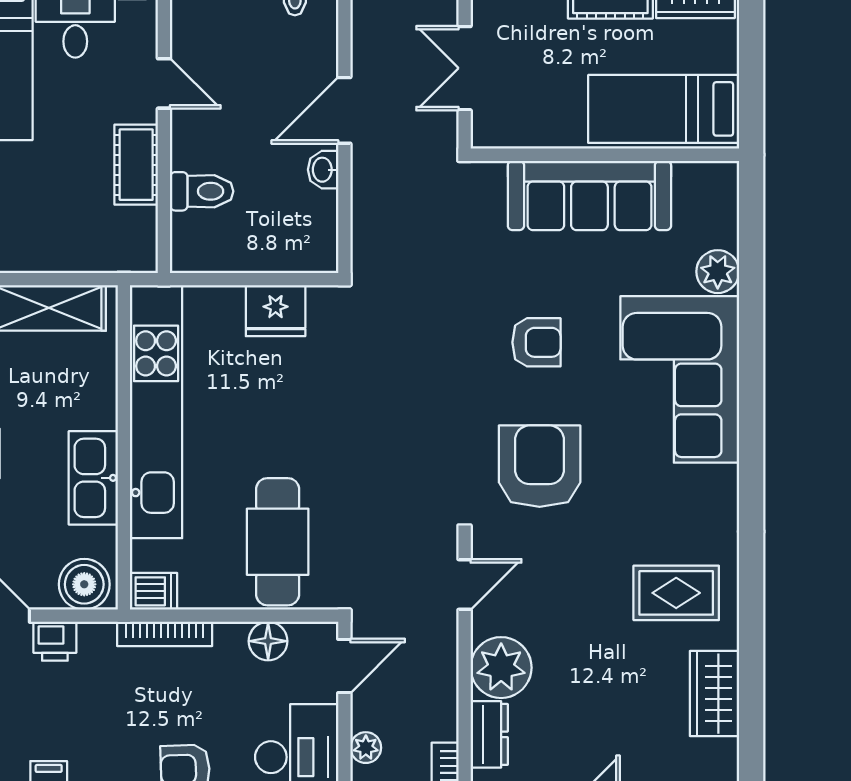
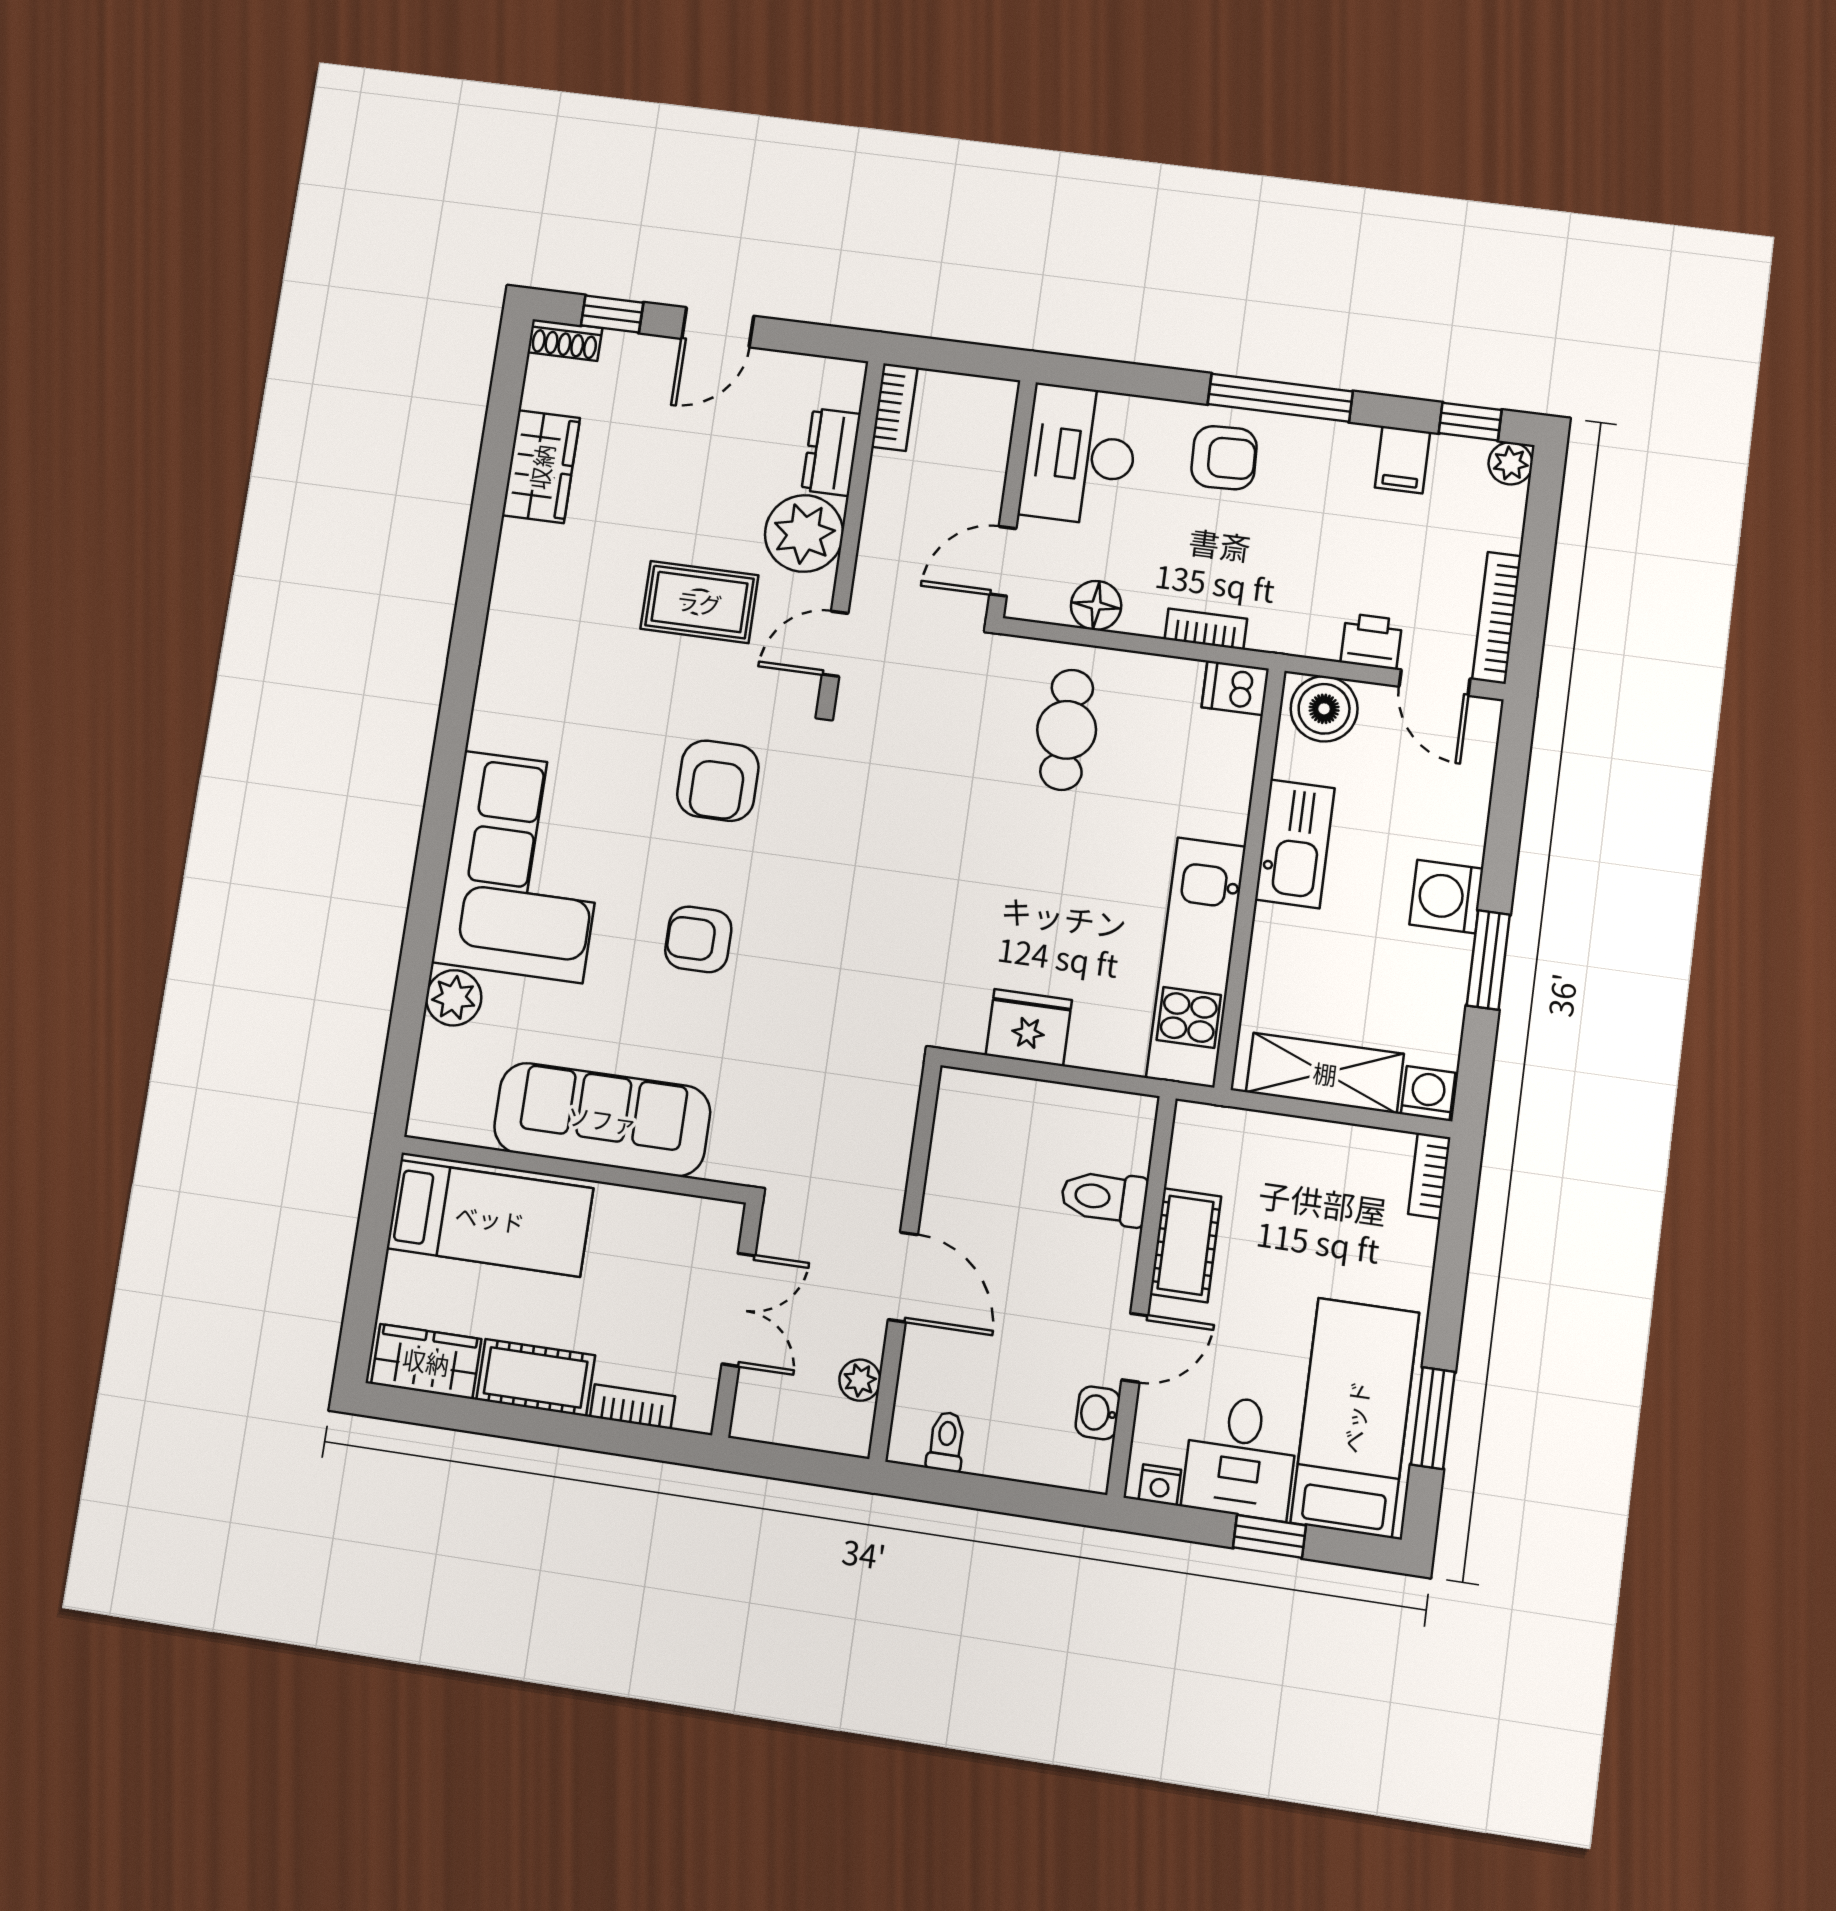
door: (164, 83) -> (1135, 1348), swing flipped
door: (344, 110) -> (903, 1277), hinge flipped
washbasin: (323, 170) -> (1098, 1413), moved, turned 180
kitchen unit: (156, 412) -> (1196, 962), width x0.73
armchair: (540, 466) -> (718, 781), width x0.73, depth x0.73
cafe table: (278, 542) -> (1067, 730), width x0.73, depth x0.74
rug: (676, 593) -> (699, 602), moved
bookcase: (165, 634) -> (1206, 629), width x0.64
plant: (366, 748) -> (860, 1380), moved

